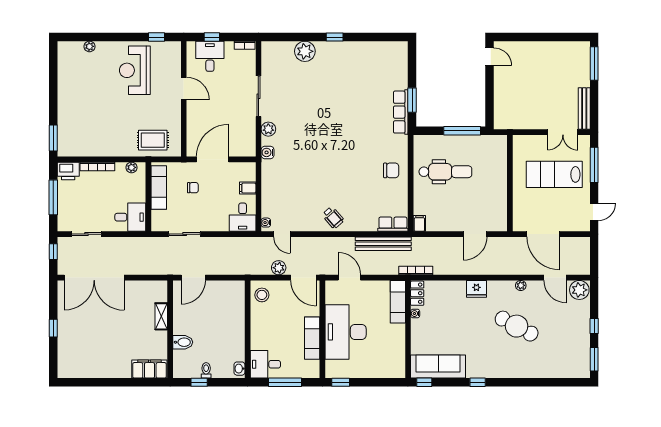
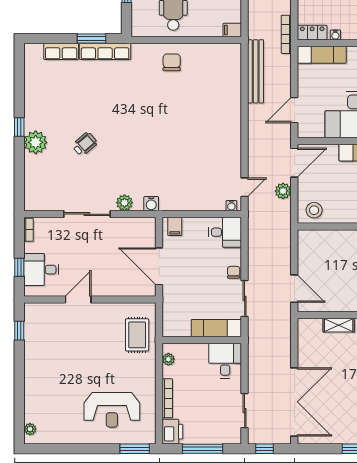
plant: (89, 46) -> (30, 429), moved
plant: (305, 51) -> (36, 142), moved
reception desk: (135, 70) -> (112, 410), moved
exam couch: (159, 188) -> (216, 328), moved
chair: (193, 188) -> (234, 272), moved
filing cabinet: (248, 188) -> (175, 226), moved
wheelchair: (333, 218) -> (85, 144), moved
row of seats: (393, 224) -> (61, 51), moved, turned -90

